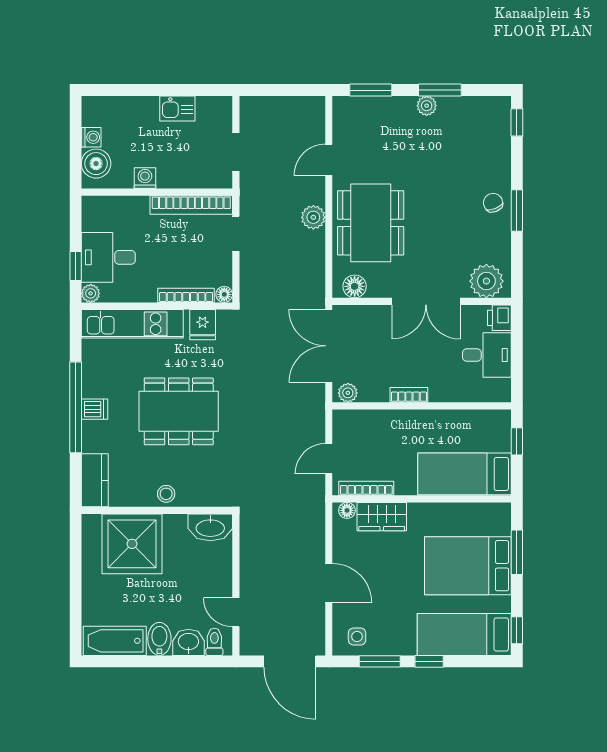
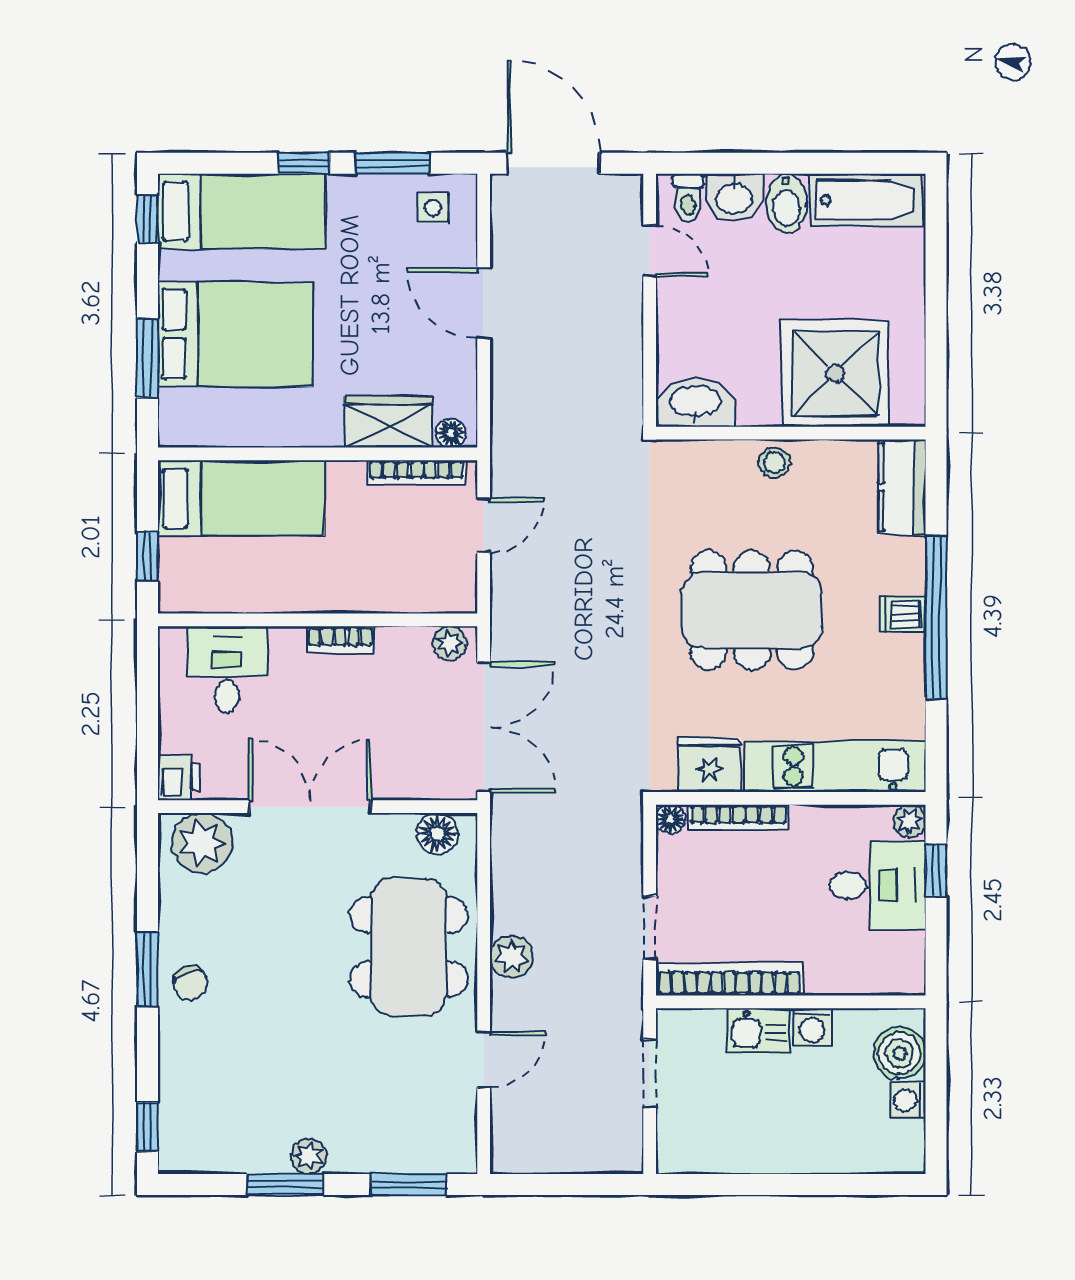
kitchen sink: (177, 108) -> (759, 1031), moved, turned 180
fridge: (203, 325) -> (709, 765), width x1.38
desk: (487, 355) -> (227, 669), moved, turned 90

